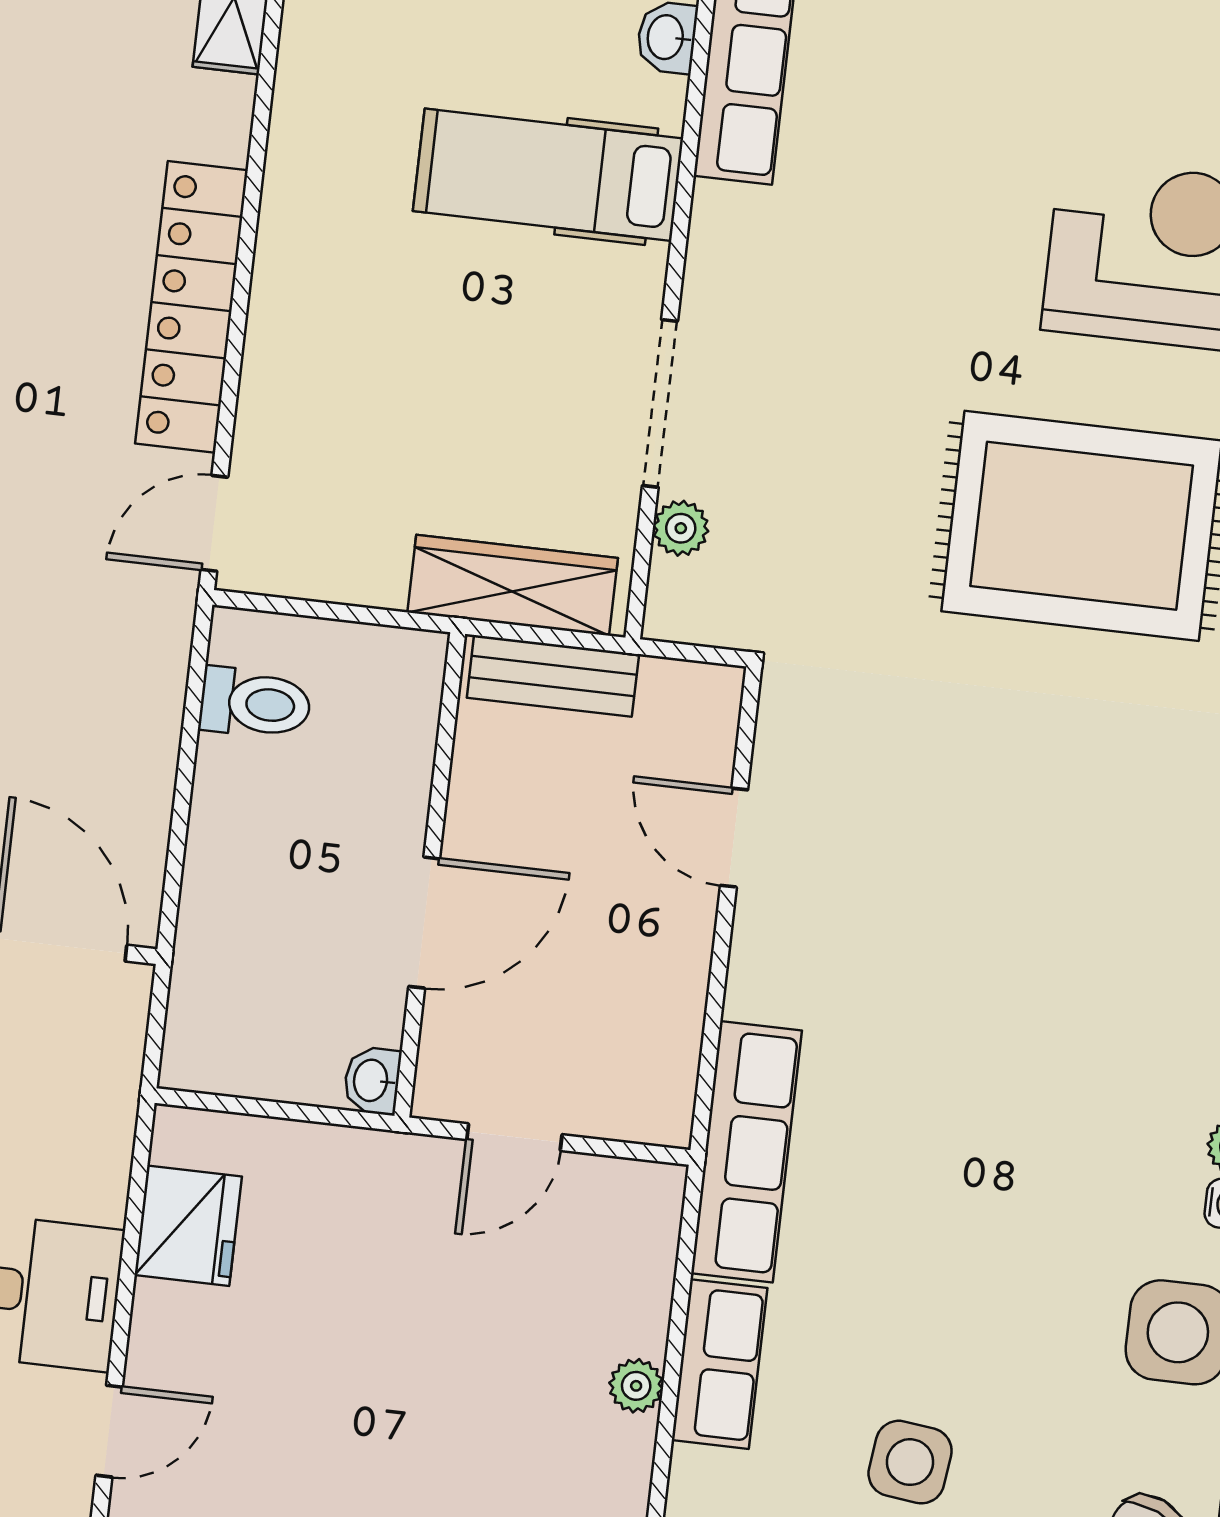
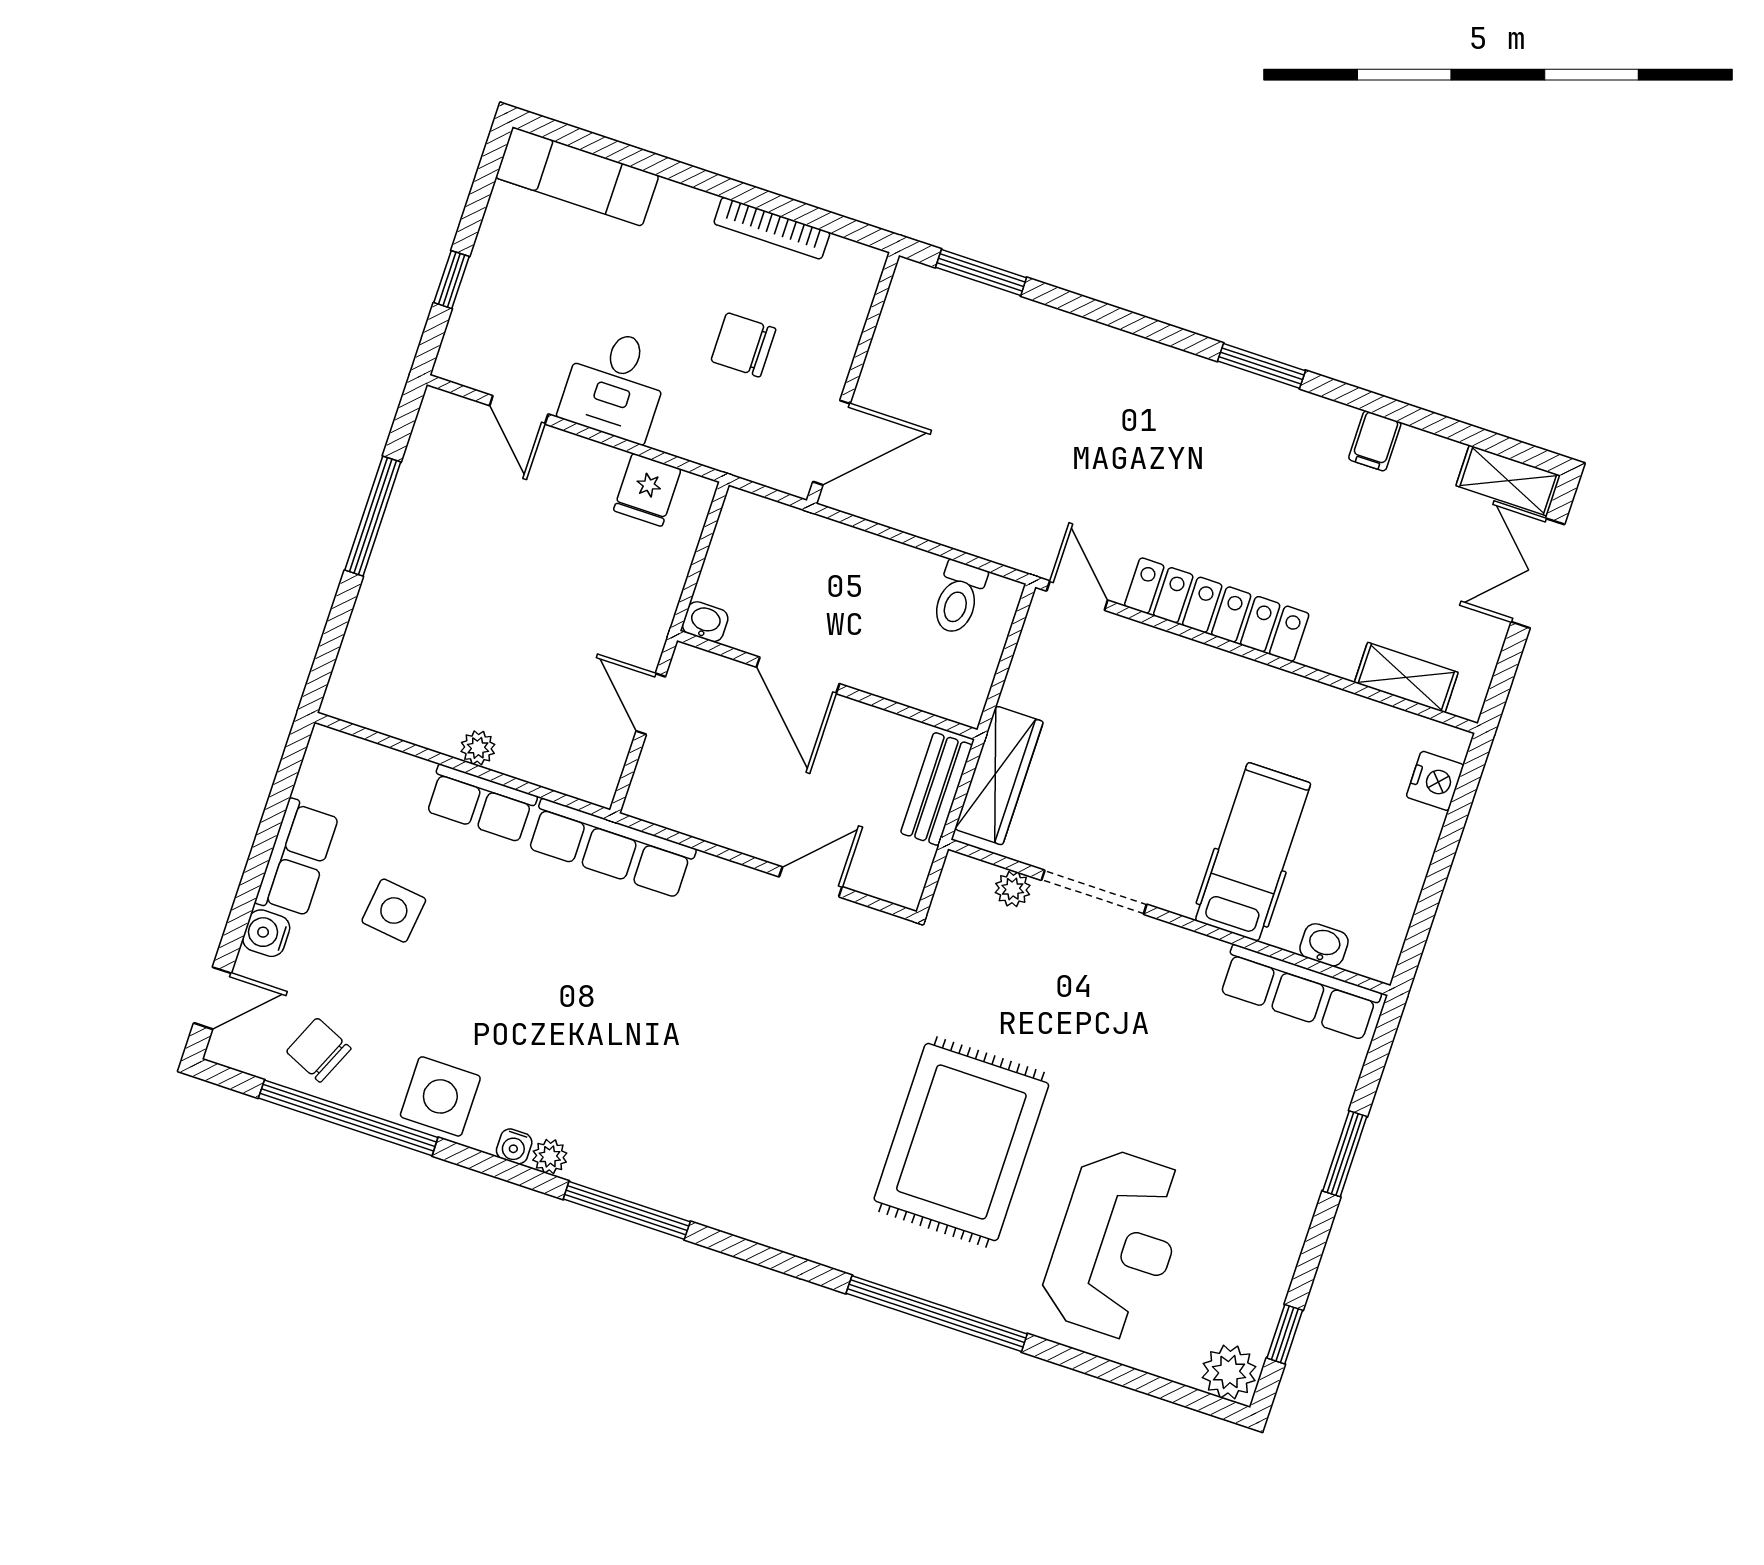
fridge: (188, 1226) -> (647, 490), width x0.72

